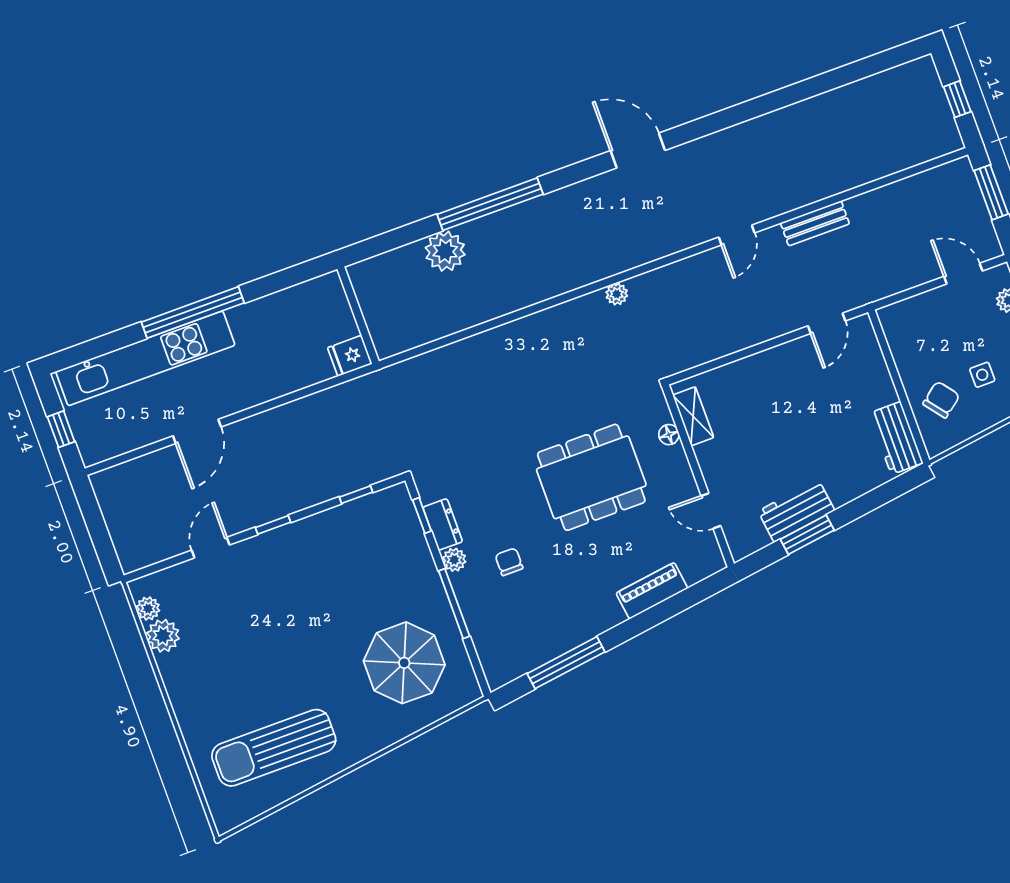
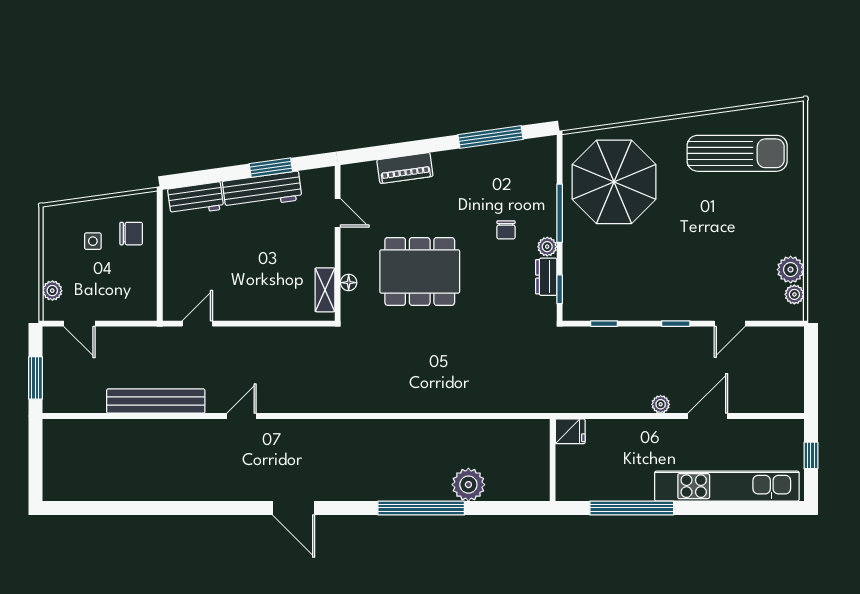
window: (957, 99) -> (35, 458), removed
bench: (815, 223) -> (156, 401), width x1.86, depth x1.21
plant: (617, 294) -> (661, 404), moved
window: (193, 312) -> (632, 508), moved
chair: (941, 400) -> (131, 234), turned -142
workbench: (896, 438) -> (196, 199), moved, turned 82
workbench: (796, 511) -> (262, 190), width x1.38
parasol: (404, 663) -> (614, 182), width x1.36, depth x1.36

